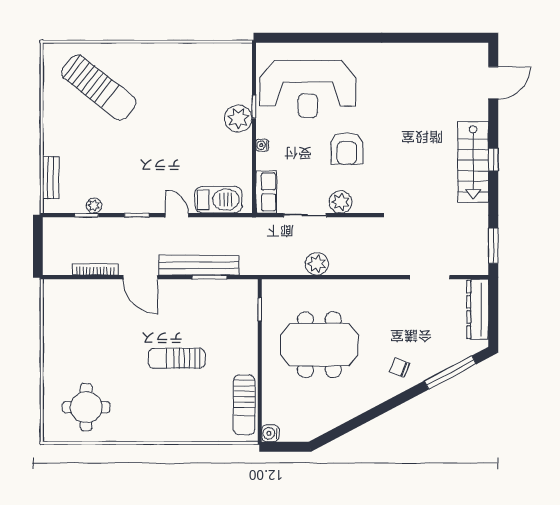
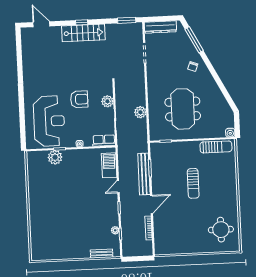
sun lounger: (99, 88) -> (53, 231), removed
plant: (238, 118) -> (55, 157), moved

